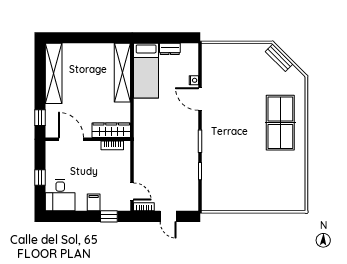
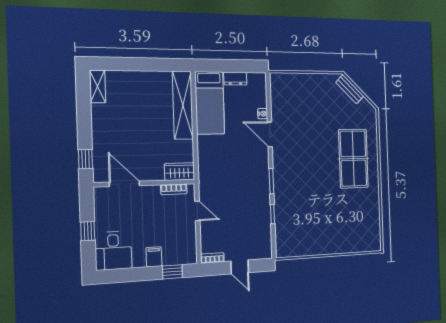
shelving: (54, 73) -> (98, 86), width x0.45, depth x0.75
wardrobe: (111, 130) -> (179, 172), width x0.67
door: (132, 191) -> (197, 211), moved

